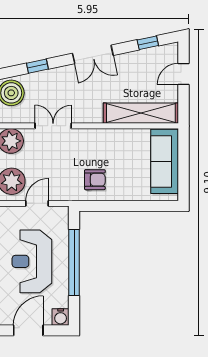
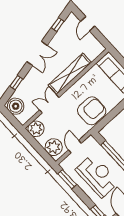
shelving: (141, 113) -> (70, 74), moved
armchair: (95, 180) -> (92, 111), width x1.88, depth x1.88
reception desk: (32, 261) -> (97, 176), turned 180

